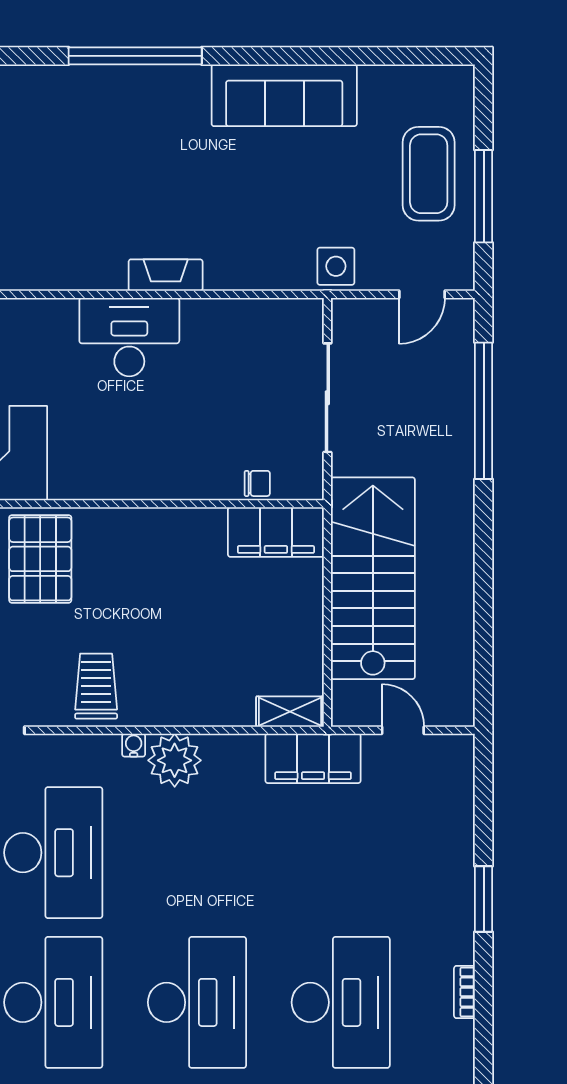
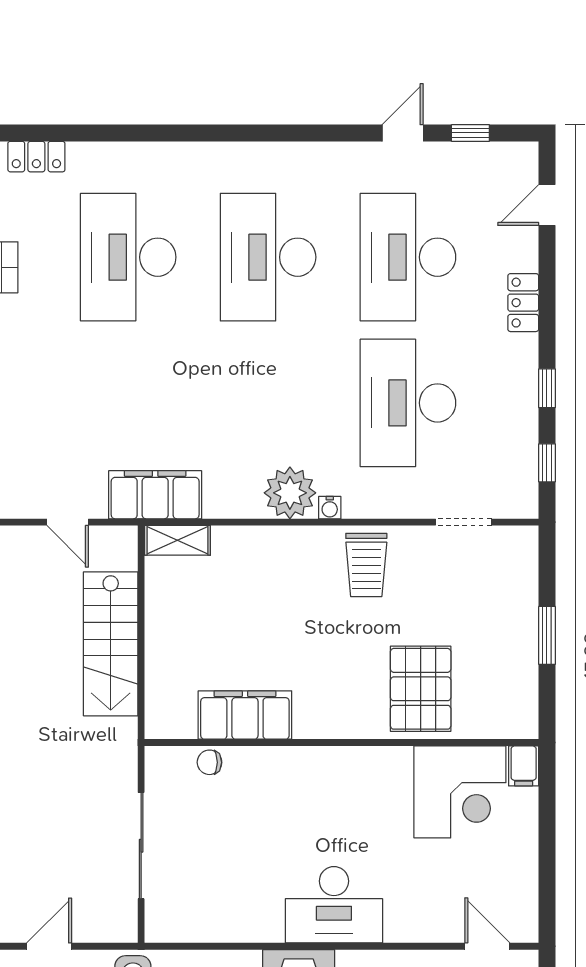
filing cabinet: (276, 532) -> (245, 715), moved
stairs: (373, 578) -> (111, 644), width x0.73, depth x0.66

